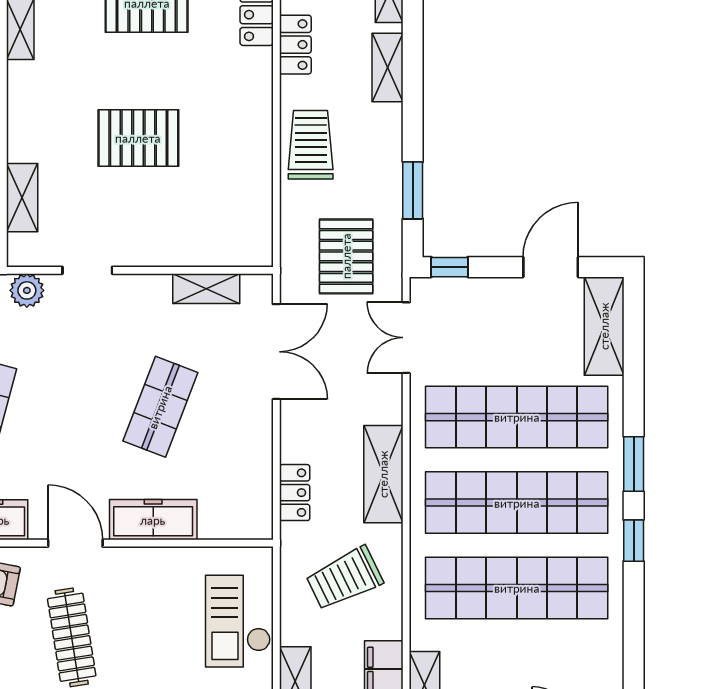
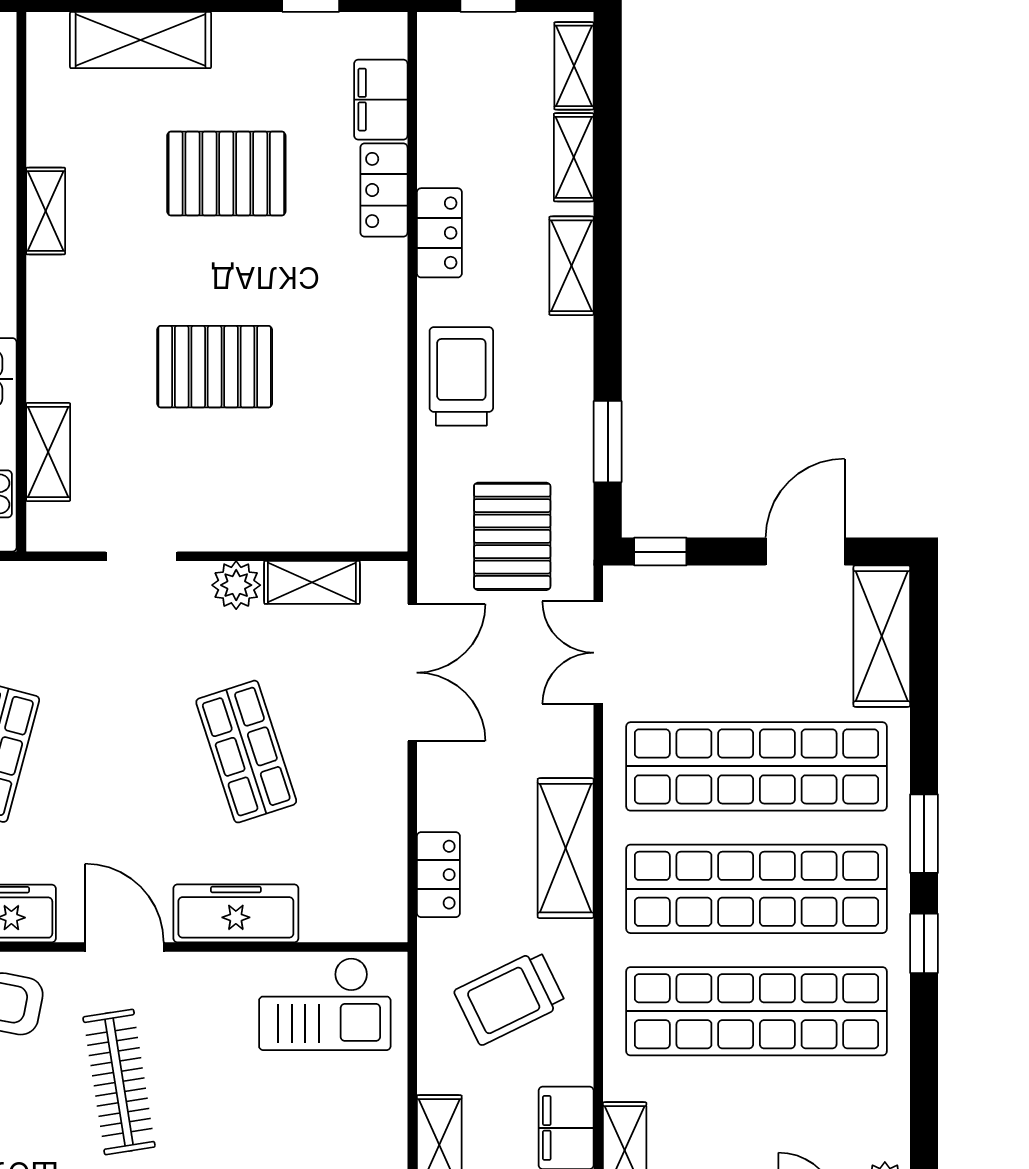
plant: (27, 290) -> (236, 585), moved
shop shelf: (160, 407) -> (246, 752), turned -39
checkout: (238, 621) -> (325, 1004), moved, turned -90

